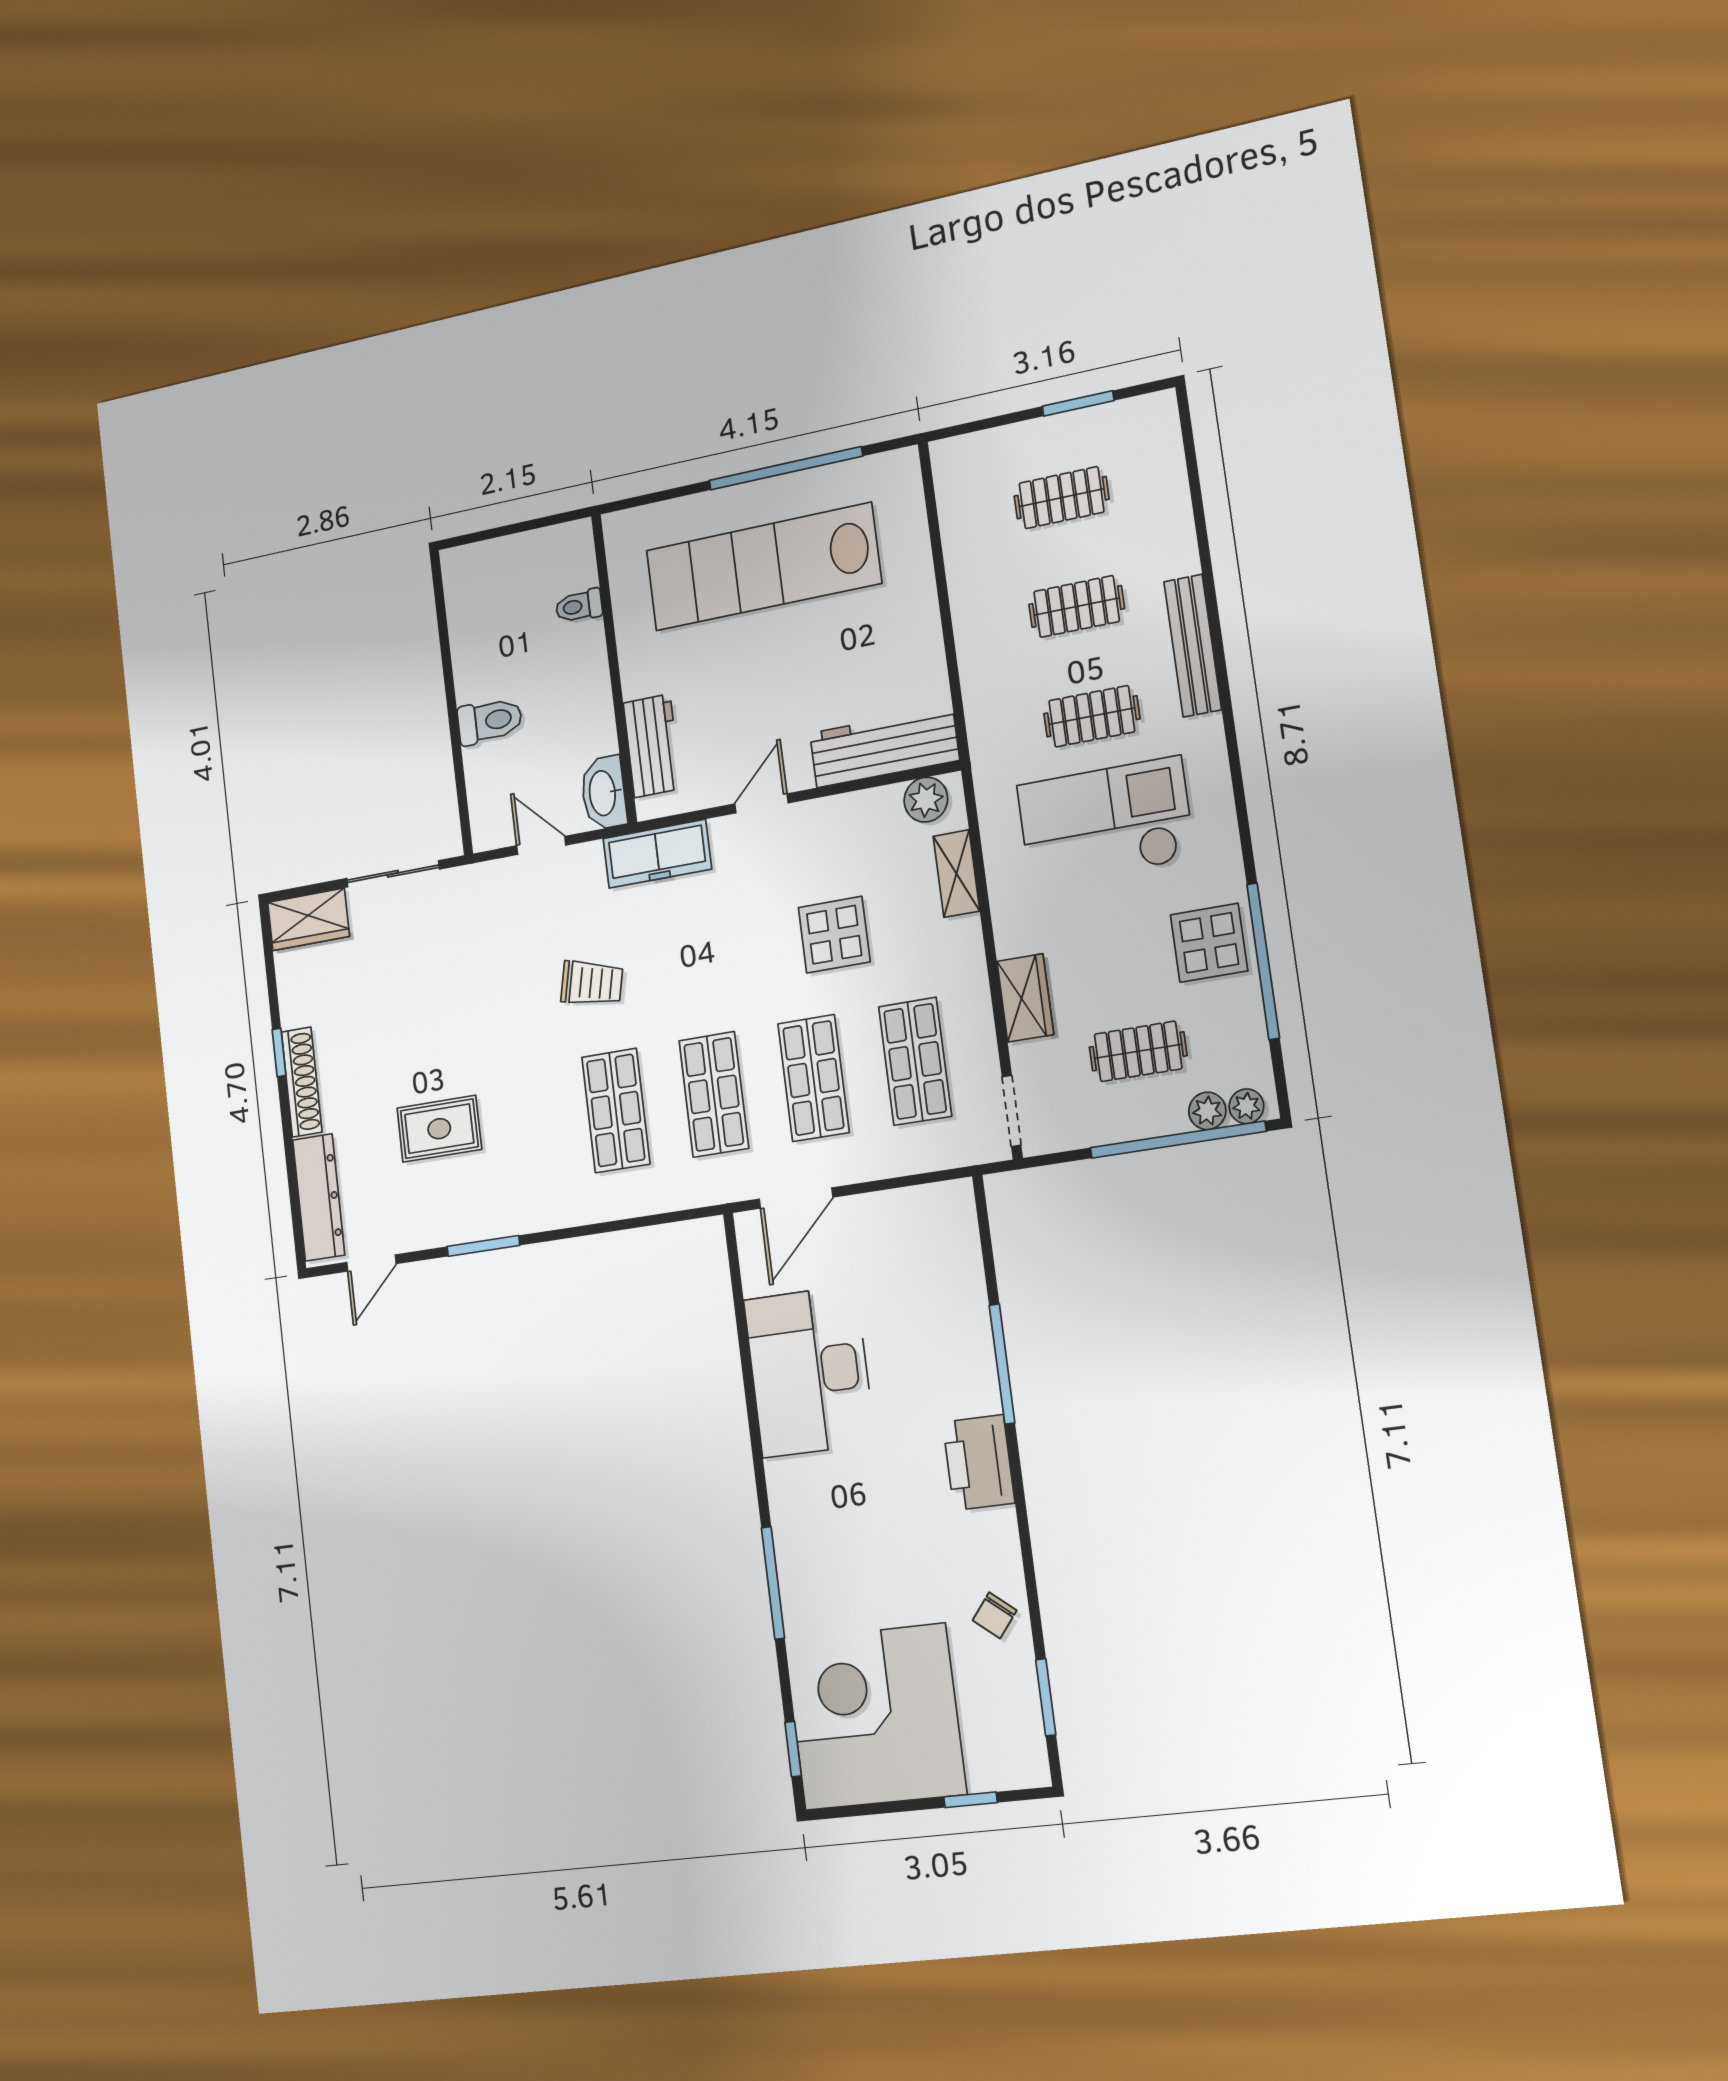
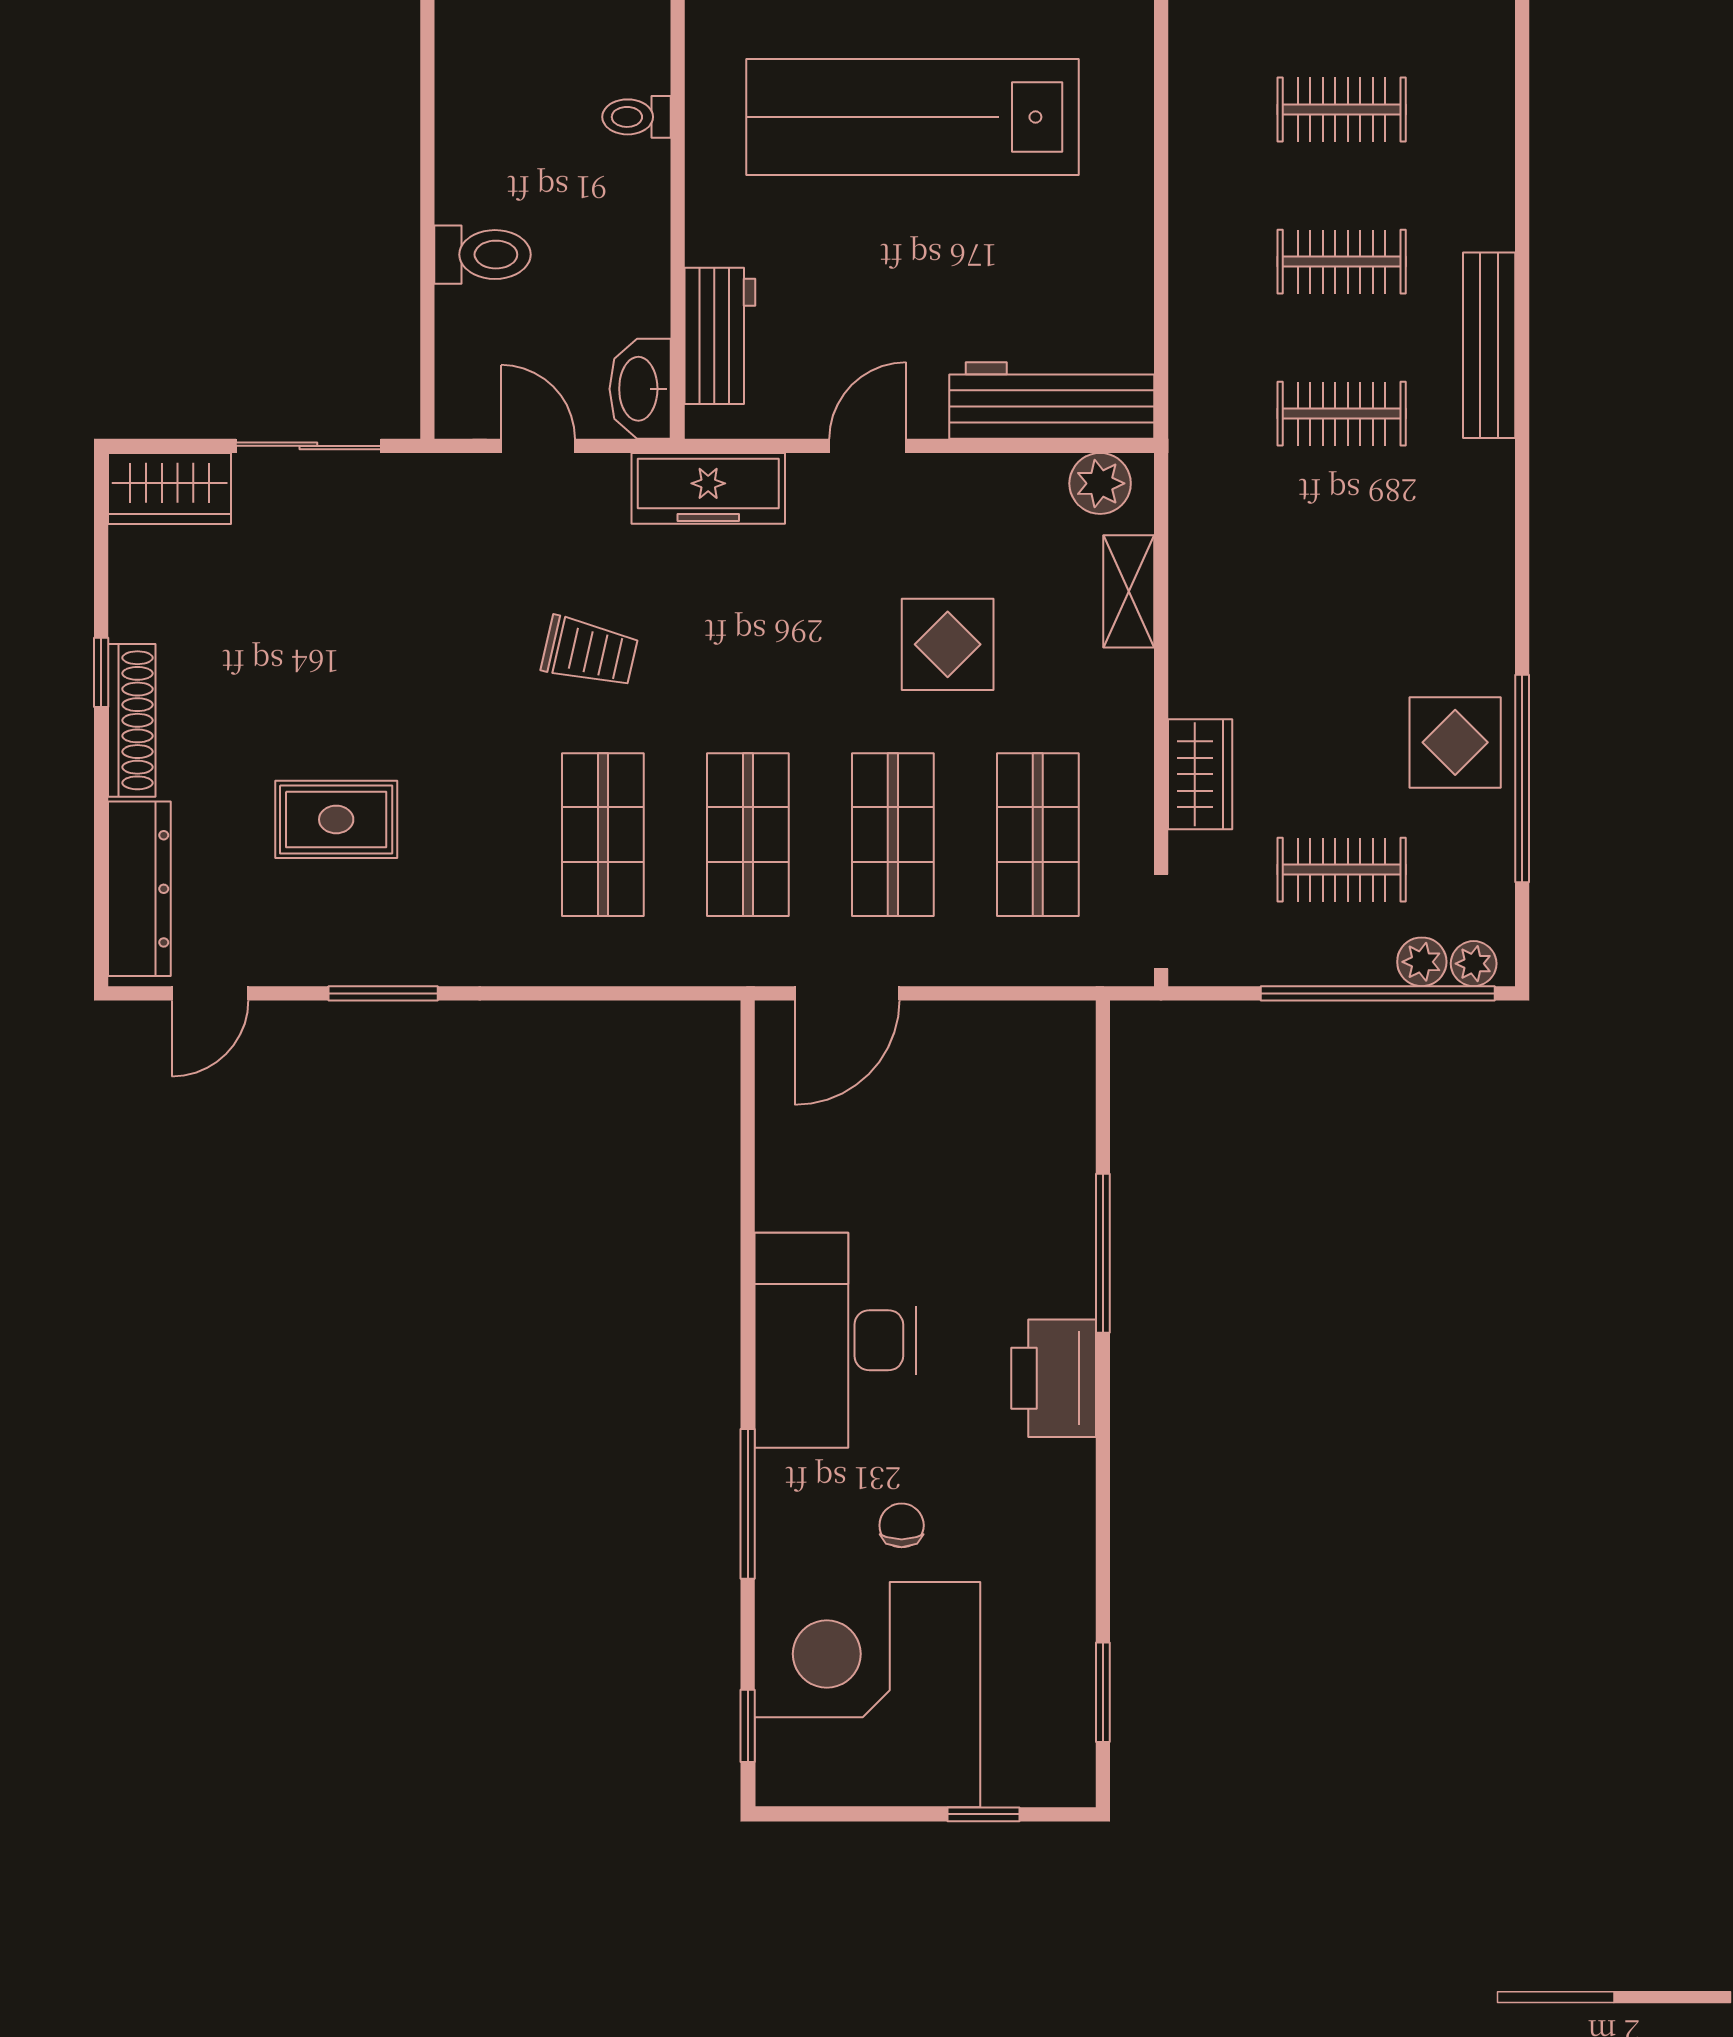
checkout: (1105, 822) -> (1340, 558), removed
desk: (809, 1371) -> (835, 1340), moved
chair: (995, 1615) -> (902, 1525), moved, turned 141

